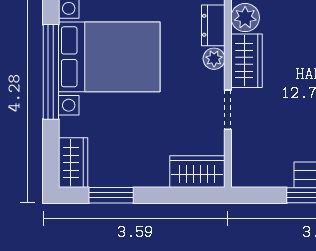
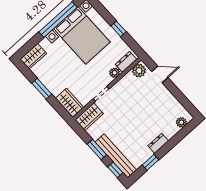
wardrobe: (247, 61) -> (89, 117), moved
window: (111, 195) -> (42, 89), moved

